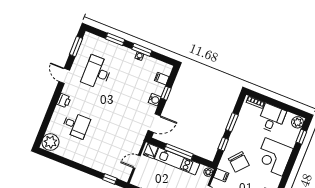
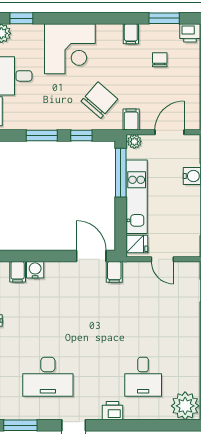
window: (166, 93) -> (37, 256), removed
water cooler: (155, 100) -> (35, 270), moved
desk: (76, 125) -> (143, 377), turned 180
filing cabinet: (140, 132) -> (114, 272), added
window: (179, 152) -> (121, 173), moved

